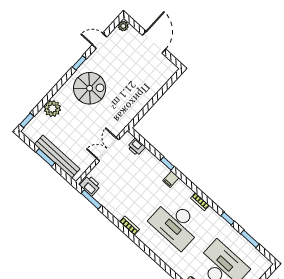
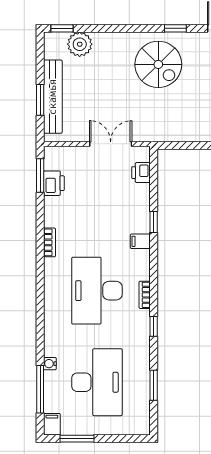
plant: (52, 109) -> (80, 44), moved
window: (45, 157) -> (40, 100), moved
printer: (90, 186) -> (54, 183), moved
window: (228, 219) -> (154, 326), moved

